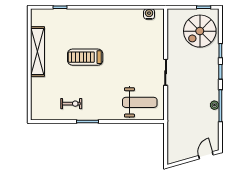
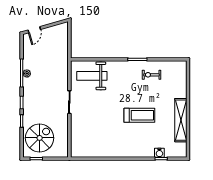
water cooler: (149, 14) -> (159, 153), moved

